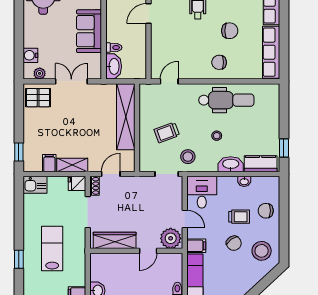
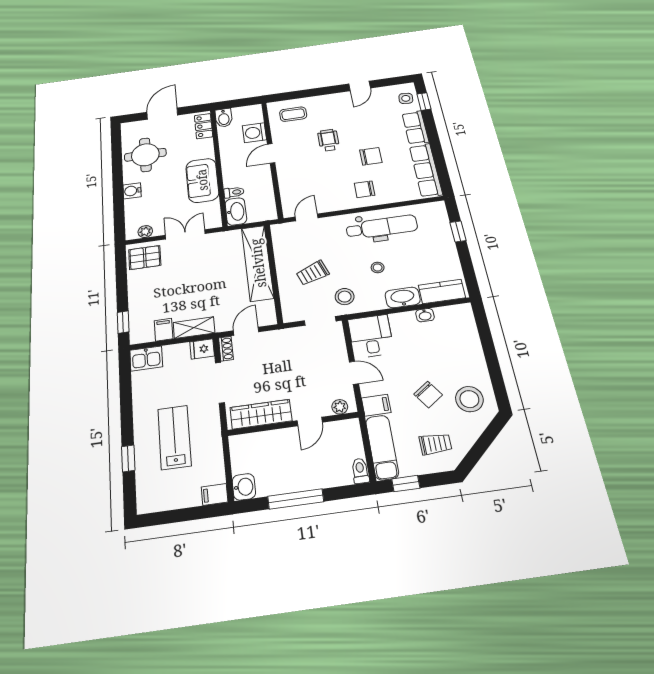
water cooler: (30, 55) -> (132, 191), moved
window: (284, 148) -> (458, 231), moved
chair: (266, 211) -> (463, 347), removed
trolley: (239, 217) -> (435, 444), moved
plant: (171, 238) -> (340, 407), width x0.53, depth x0.53

